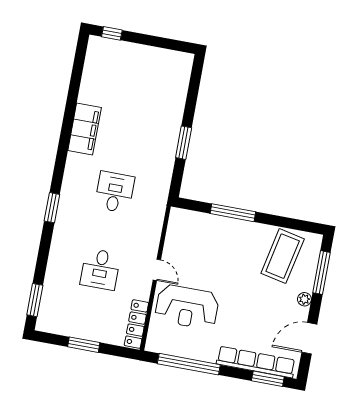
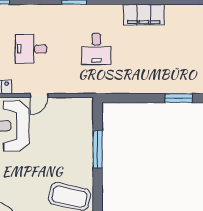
window: (184, 143) -> (179, 98), moved
desk: (115, 192) -> (96, 49), turned 90

